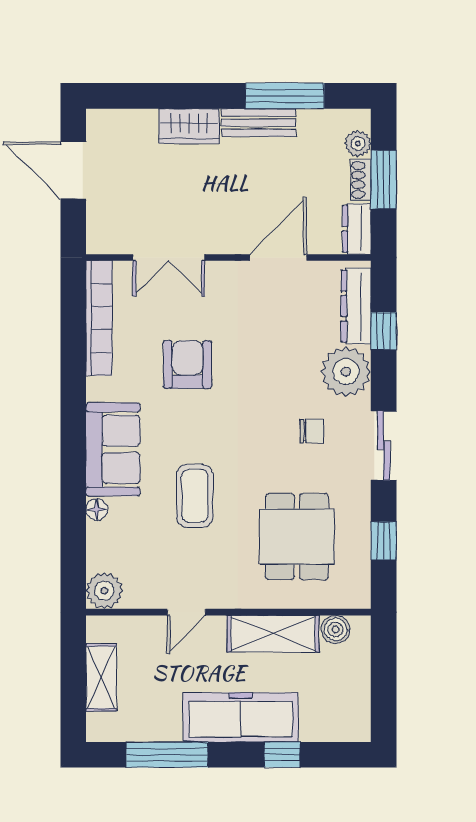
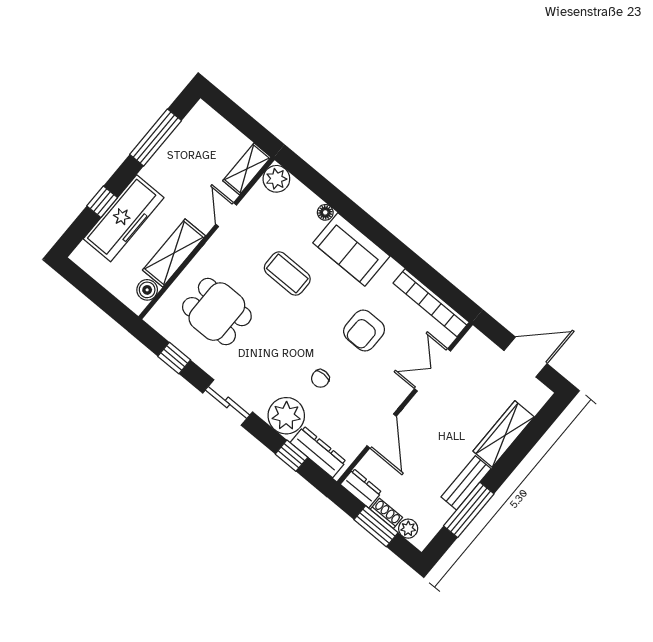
wardrobe: (189, 126) -> (504, 434), width x1.50
armchair: (187, 365) -> (364, 331), turned 90
chair: (312, 431) -> (320, 379), moved
shelving: (101, 677) -> (247, 169), moved, turned 90
freezer: (241, 717) -> (124, 218), moved

